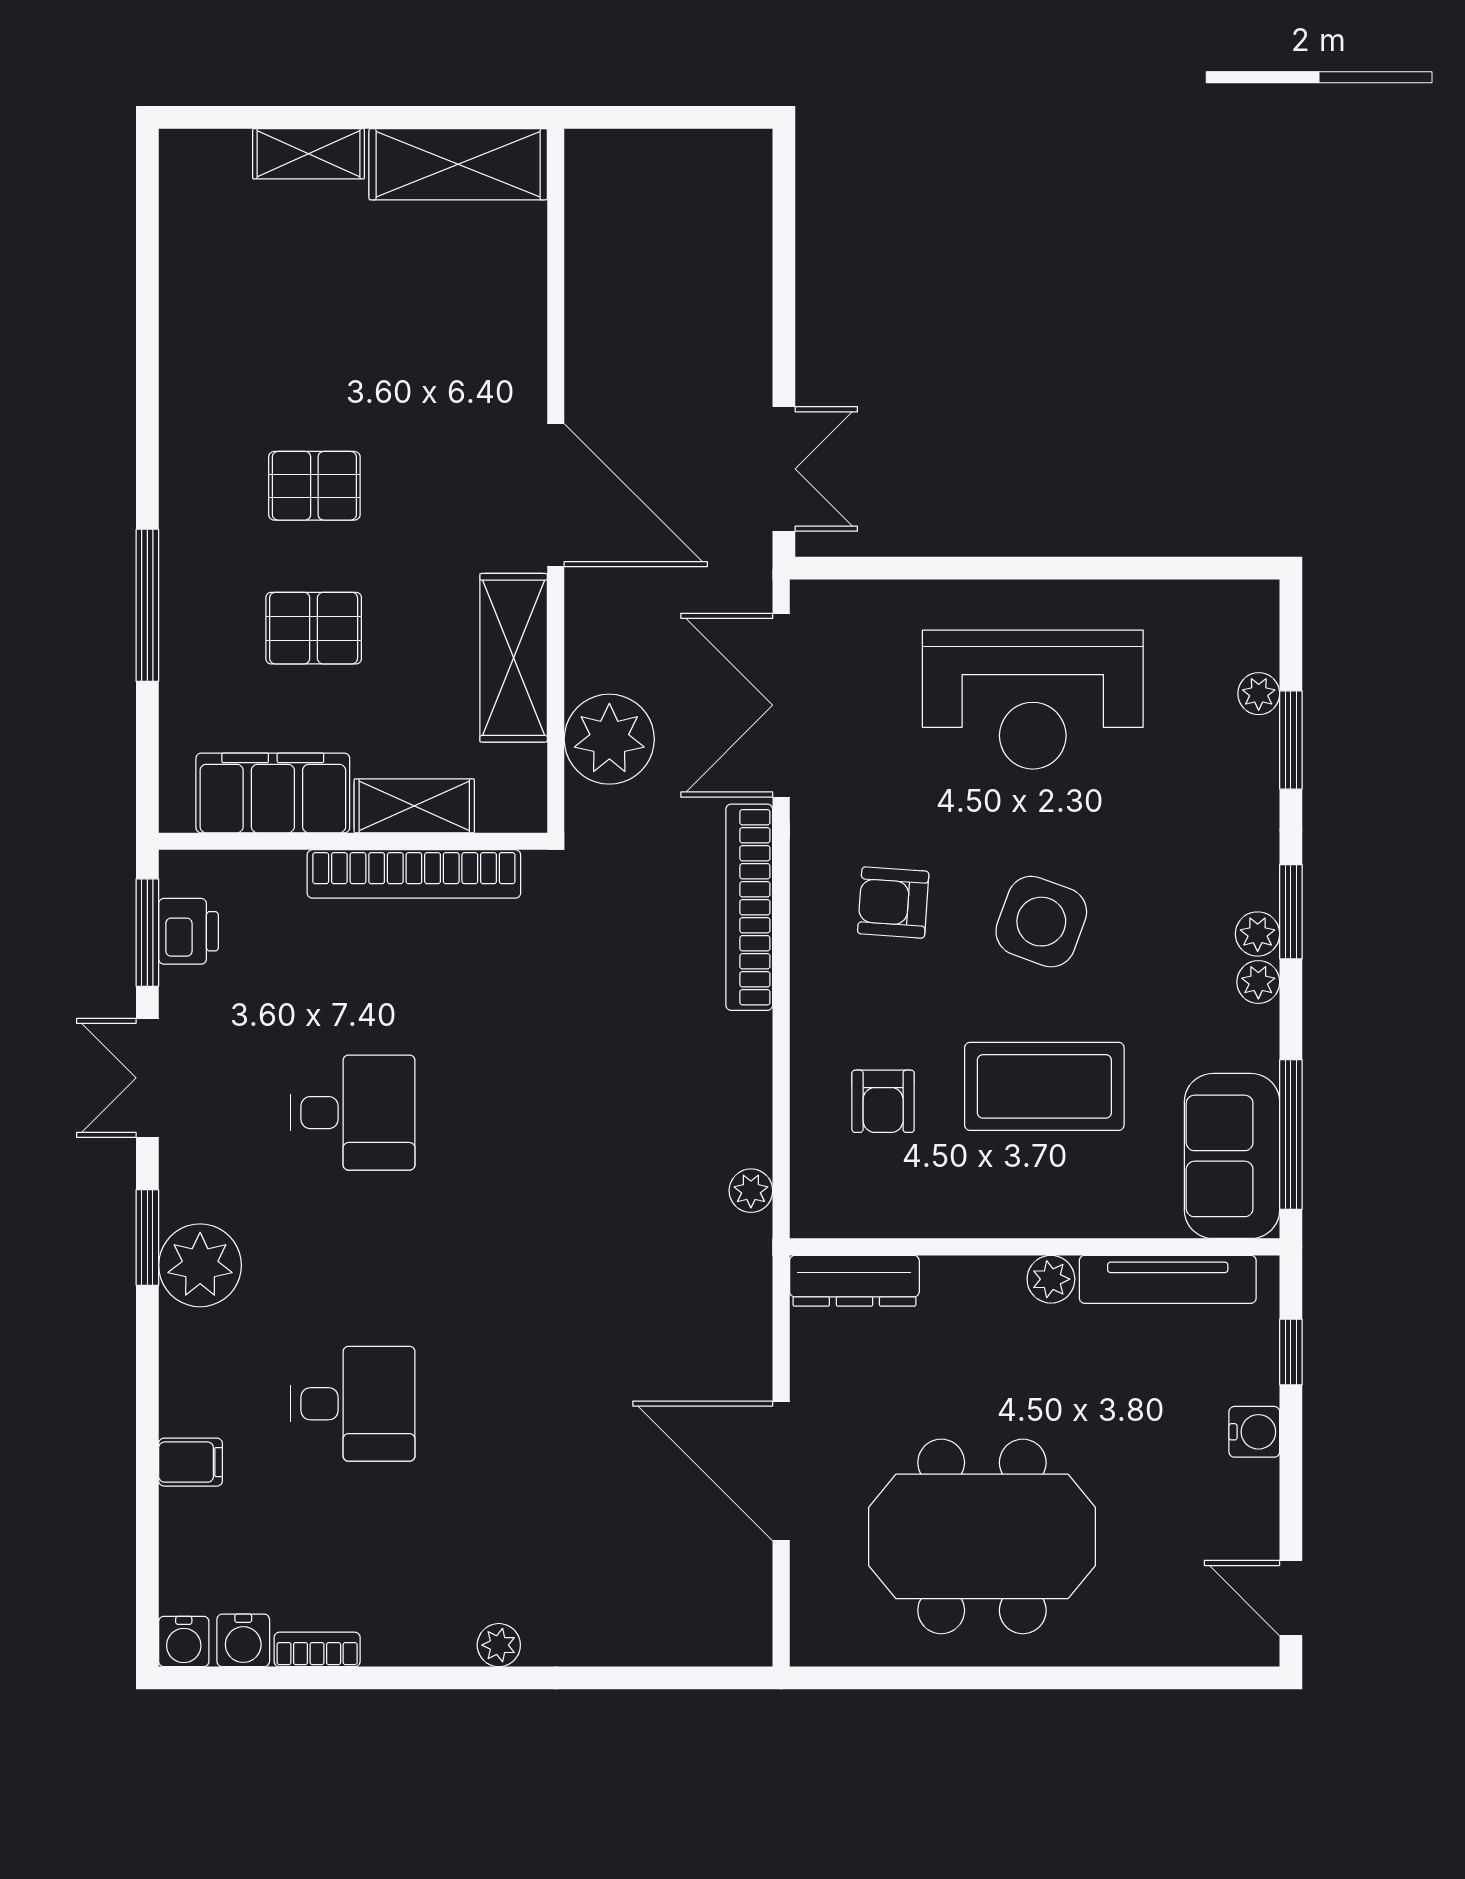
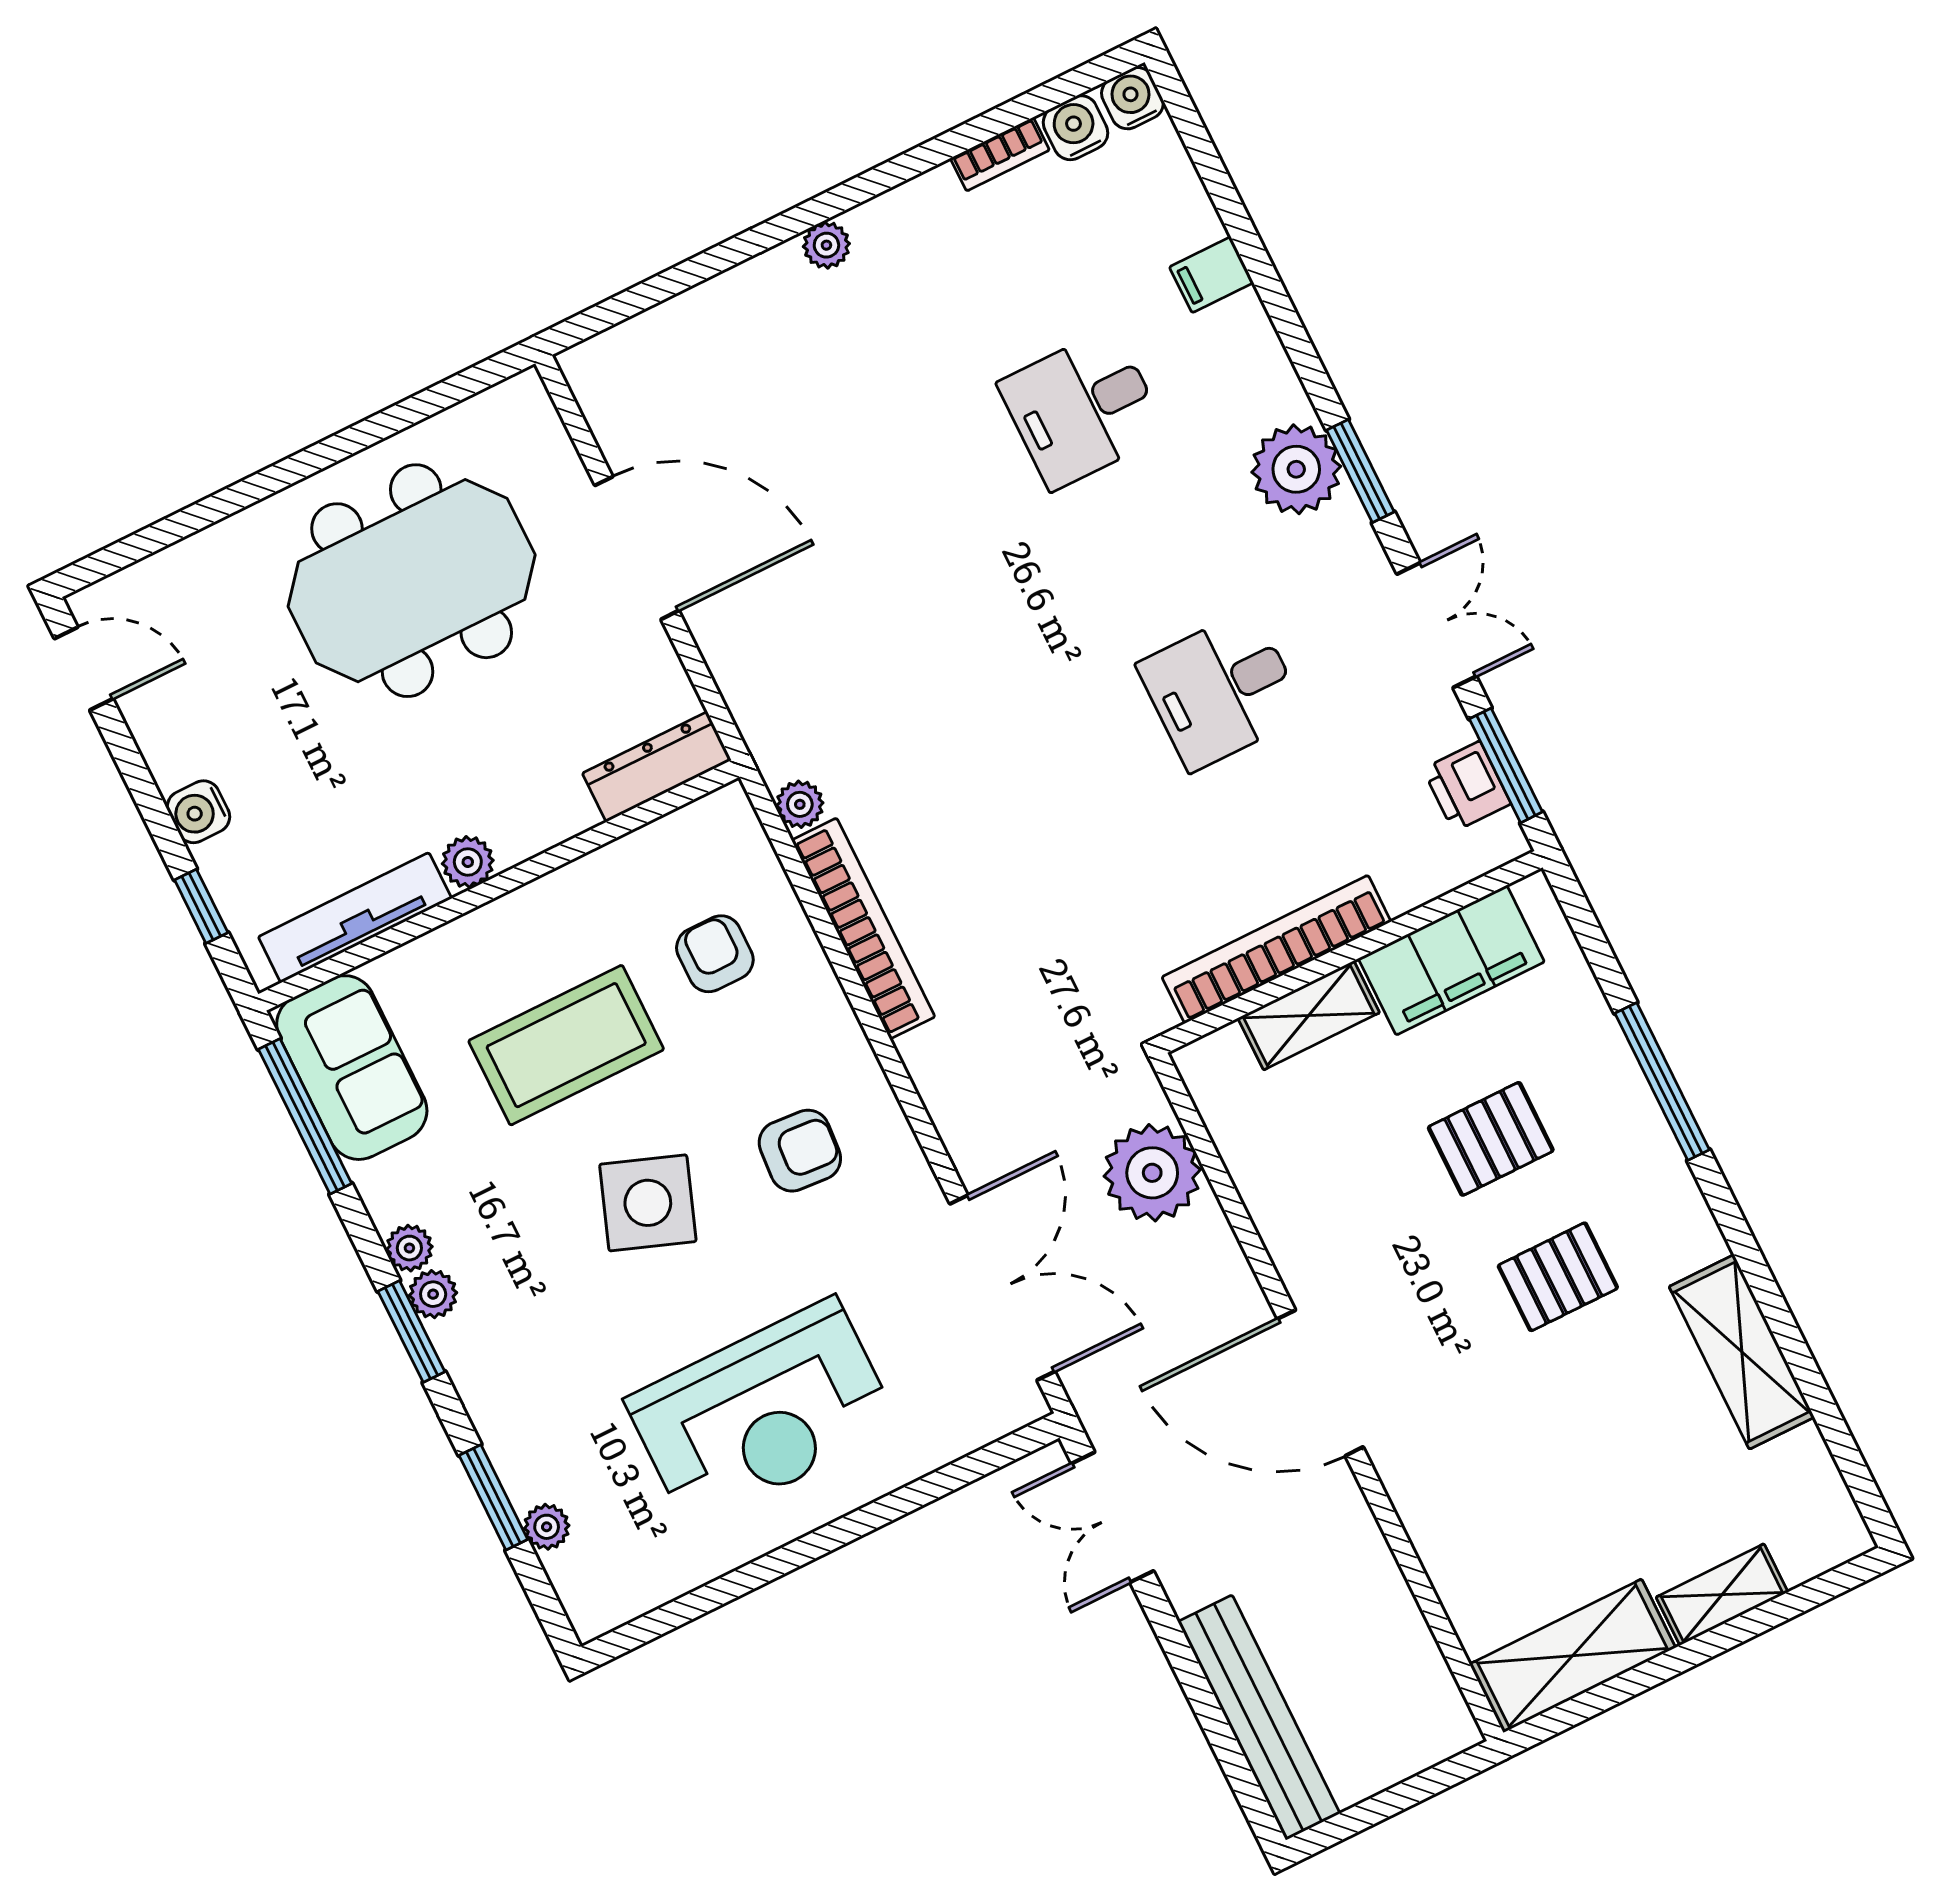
bench: (744, 242) -> (1259, 1718), added
shelving: (514, 658) -> (1742, 1352), moved
reception desk: (1033, 700) -> (762, 1413), turned 180
bookcase: (749, 907) -> (863, 928), moved

